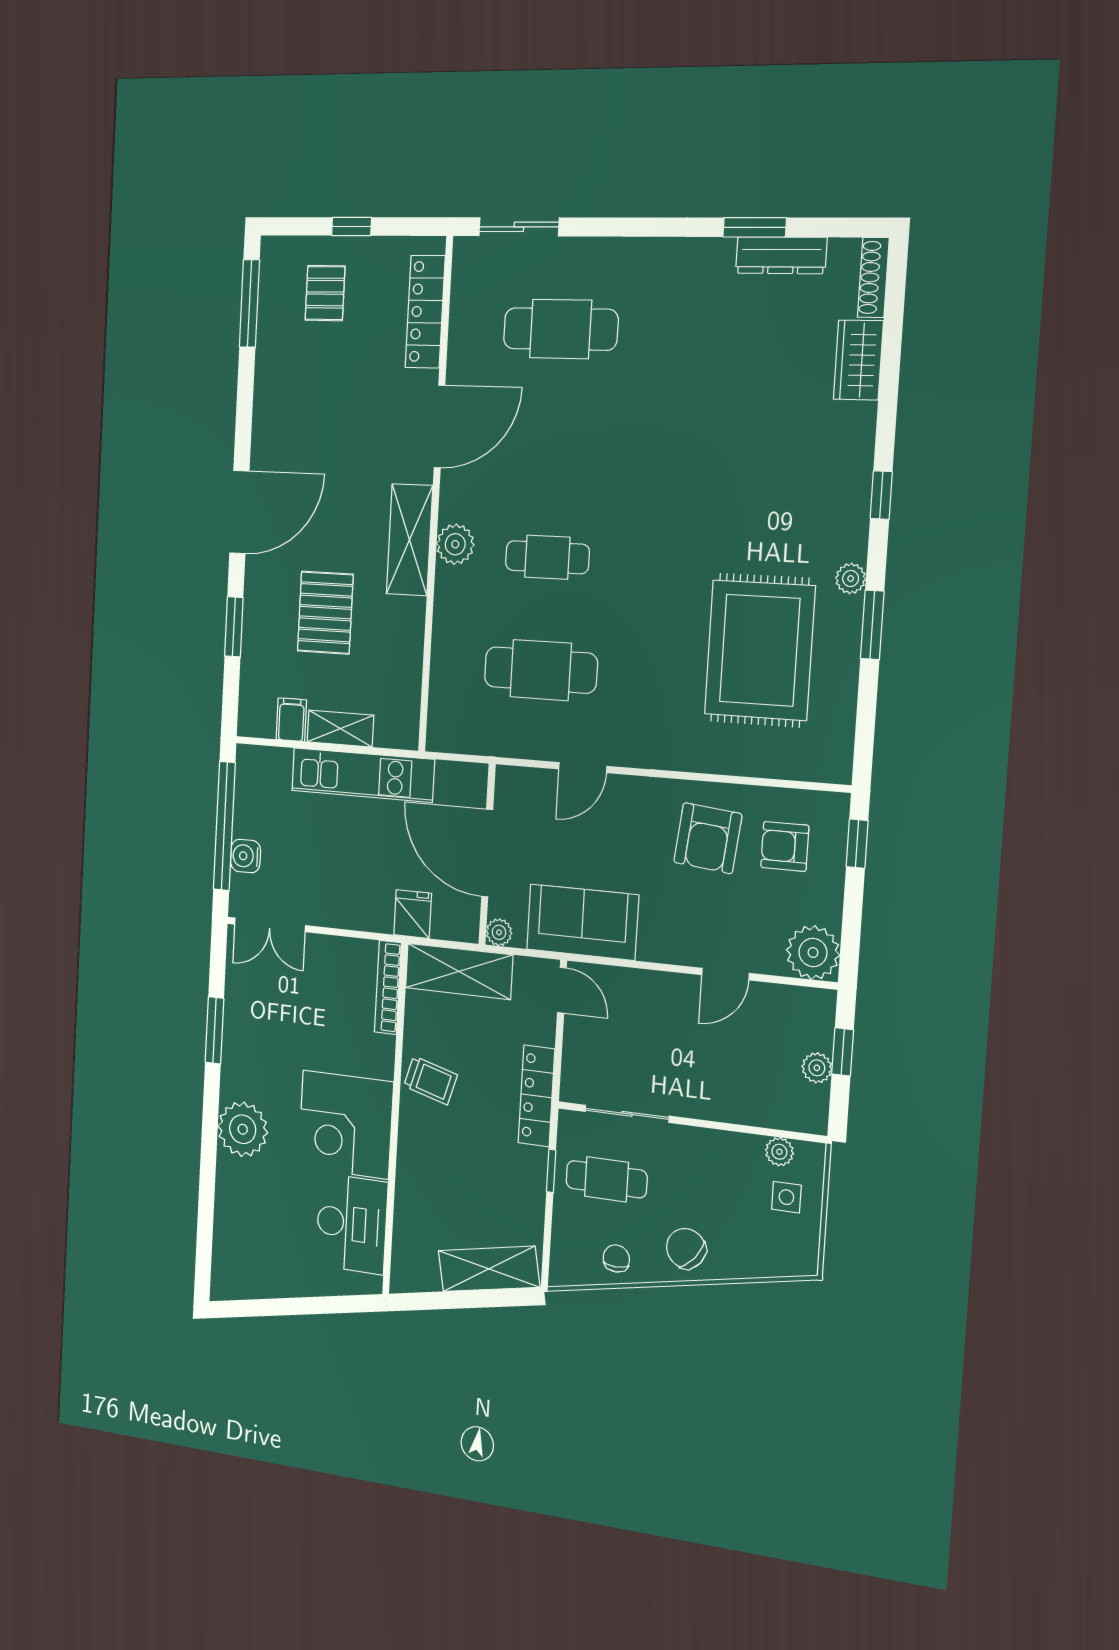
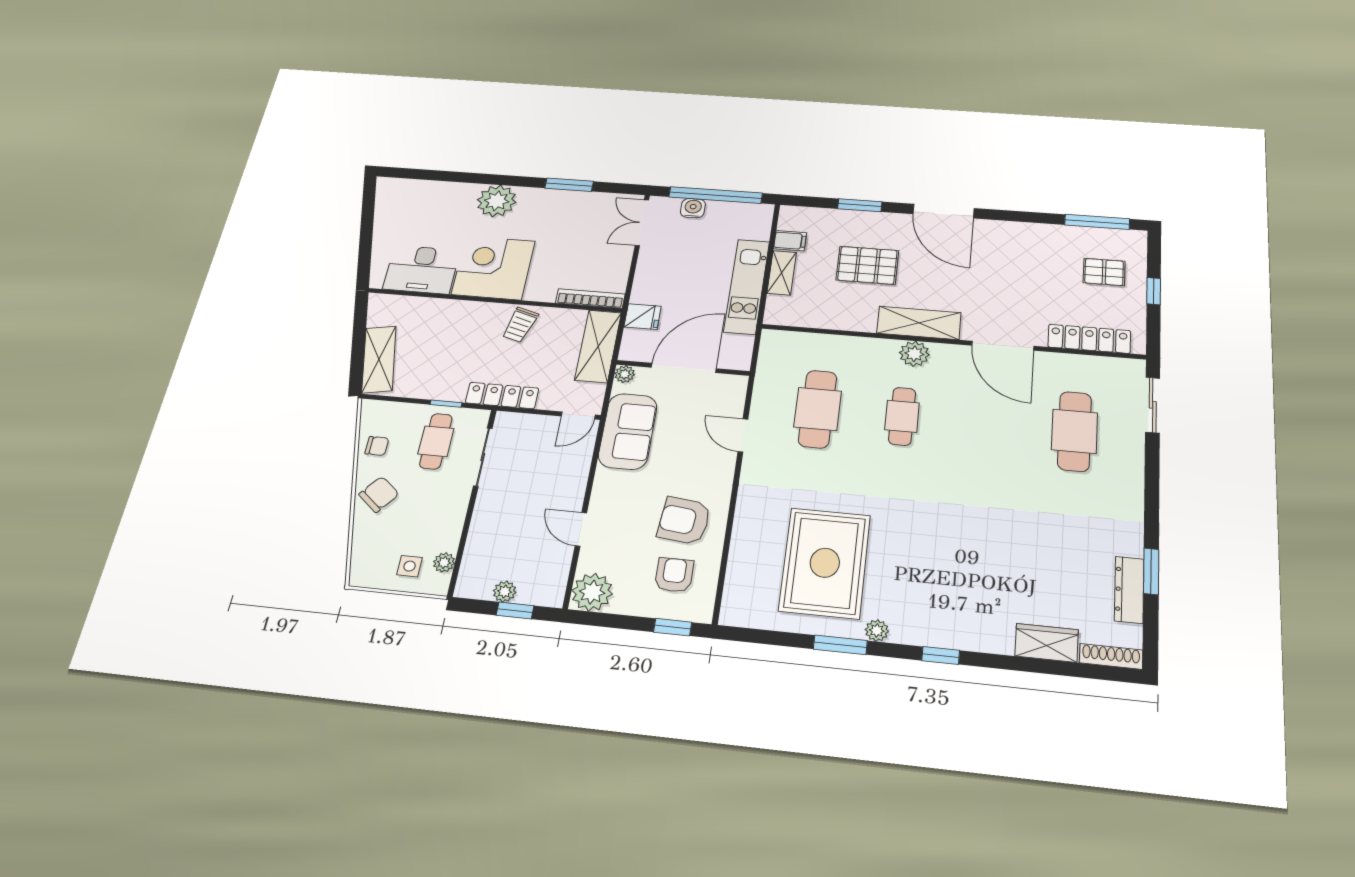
rug: (760, 650) -> (825, 563), turned 90

